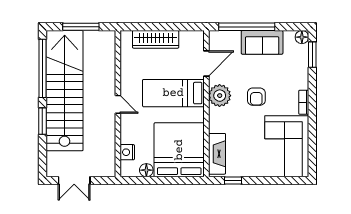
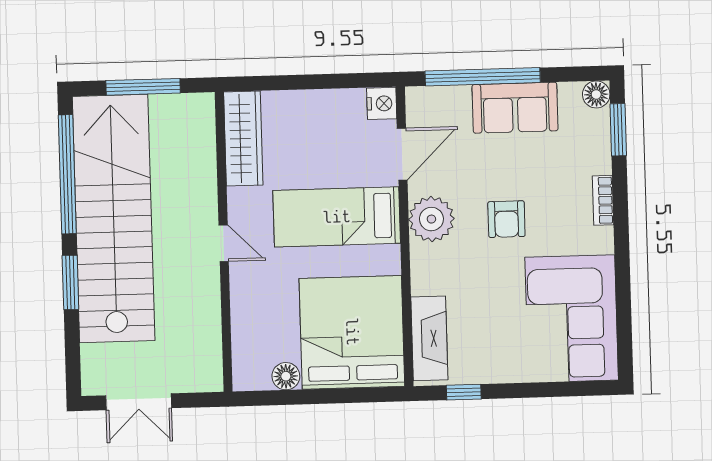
wardrobe: (156, 39) -> (243, 139), moved, turned -90
bookcase: (304, 102) -> (603, 200), moved
nightstand: (127, 152) -> (382, 103), moved, turned 180

